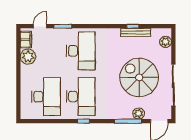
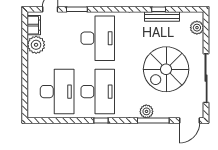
spiral stairs: (139, 77) -> (166, 69), turned -90
plant: (139, 114) -> (146, 111), moved

